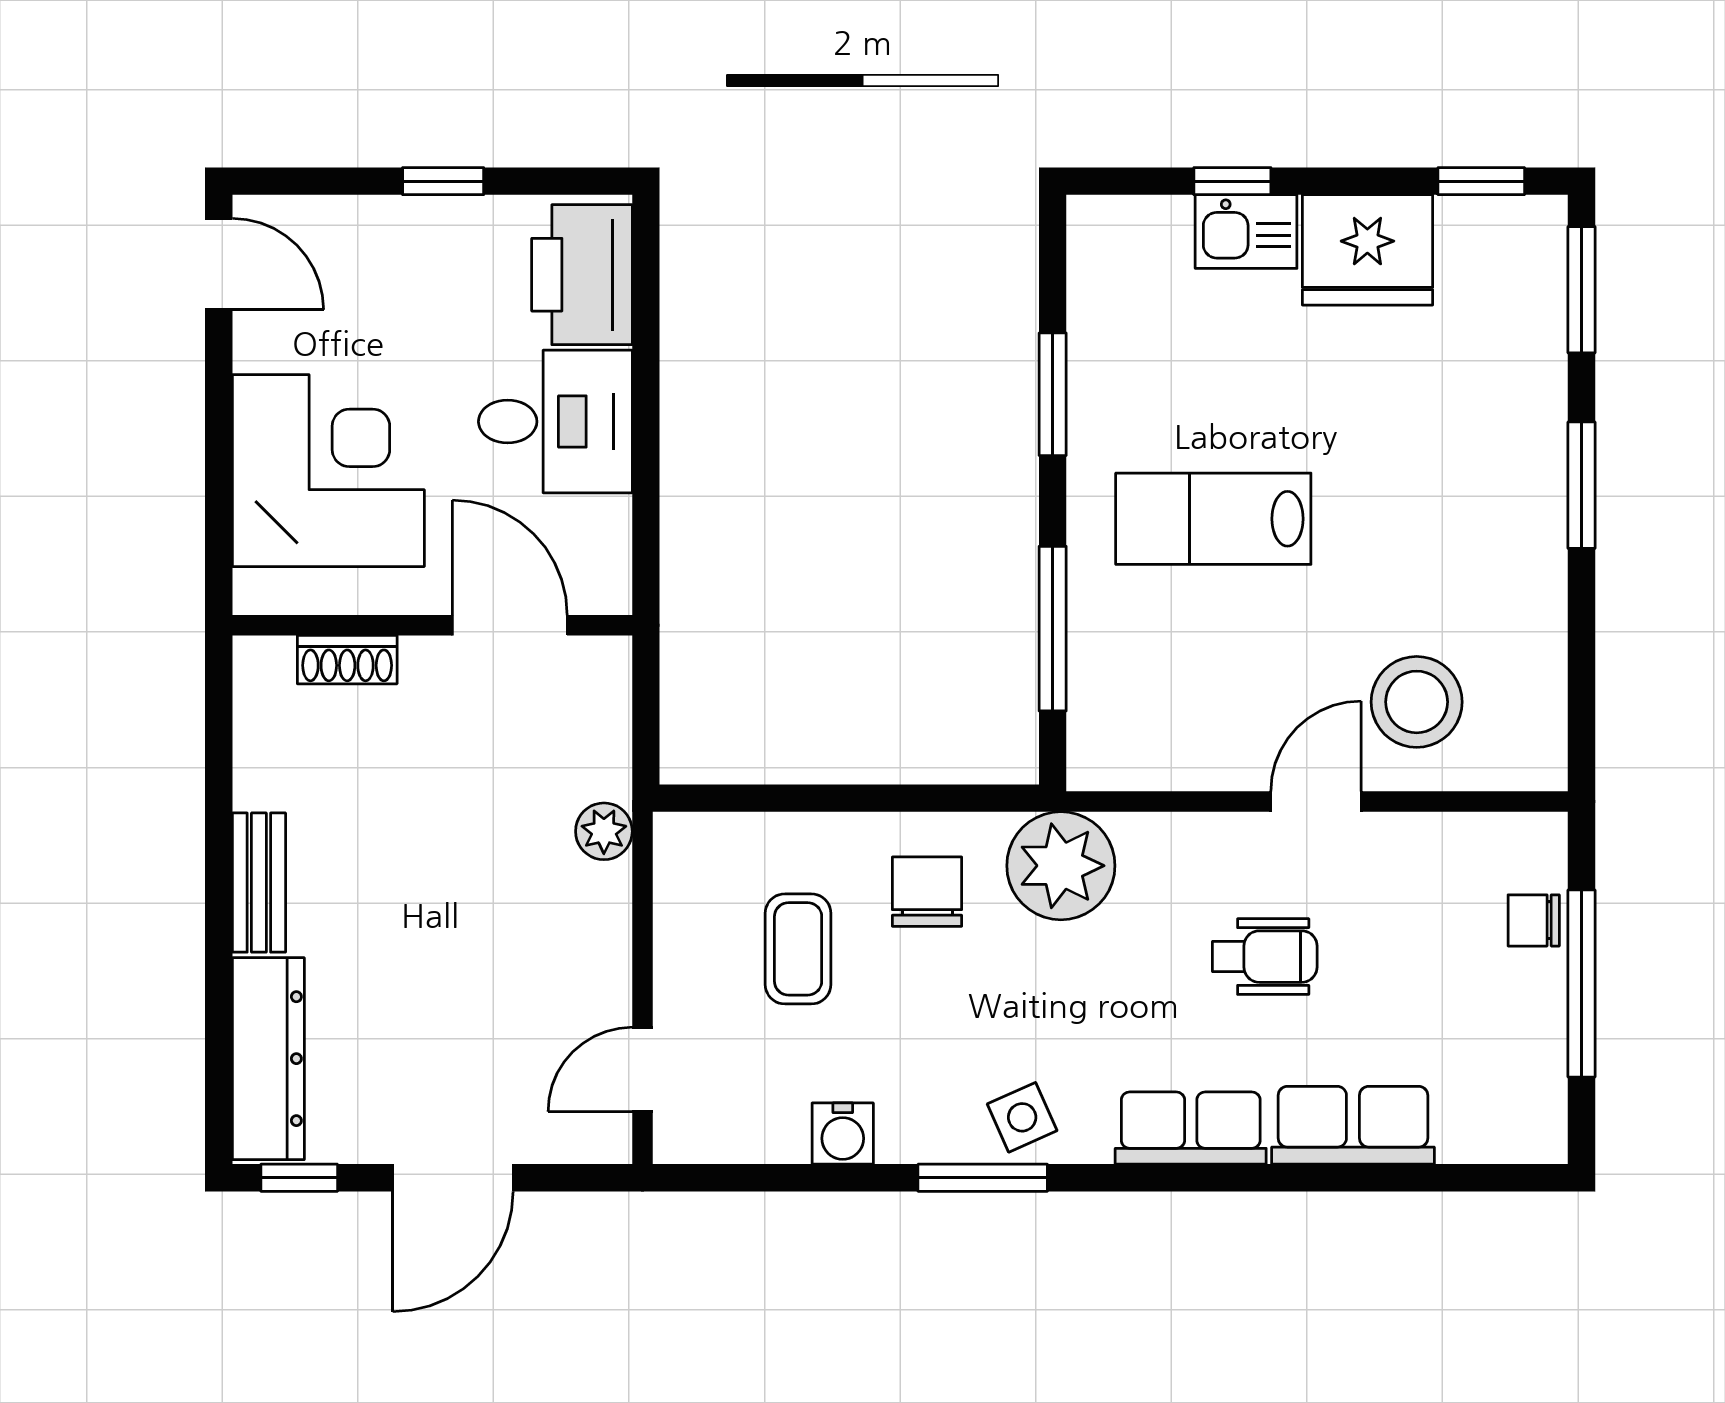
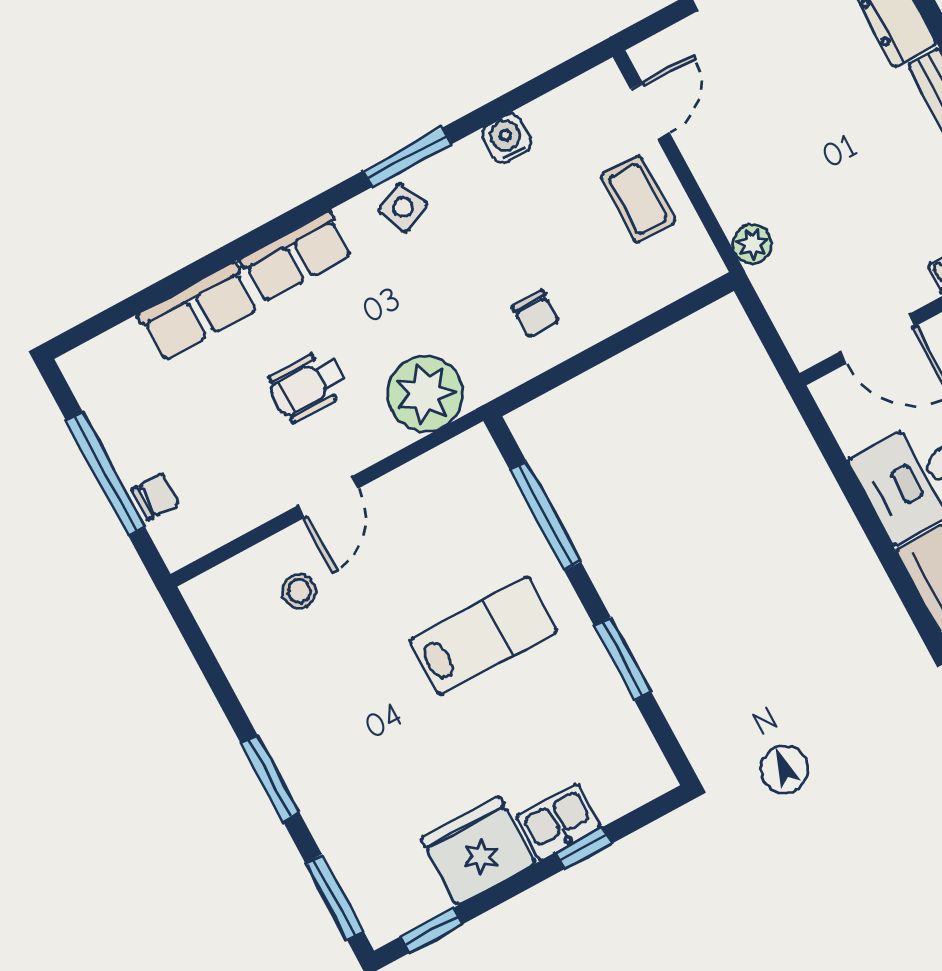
stool: (1417, 702) -> (299, 591), width x0.53, depth x0.53
plant: (1061, 866) -> (425, 394), moved
chair: (927, 892) -> (535, 314), width x0.73, depth x0.73
coffee table: (798, 949) -> (638, 199), moved

